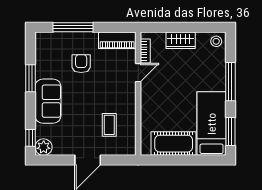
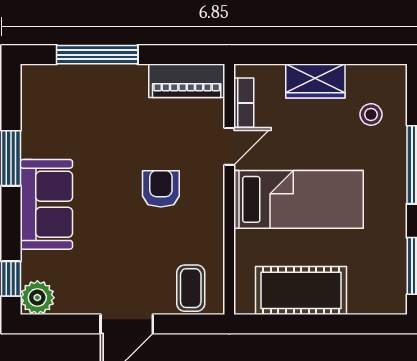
stool: (216, 41) -> (371, 114), moved
armchair: (81, 64) -> (161, 189), moved
bed: (212, 124) -> (298, 199), moved, turned 90
coffee table: (109, 125) -> (191, 288), moved

